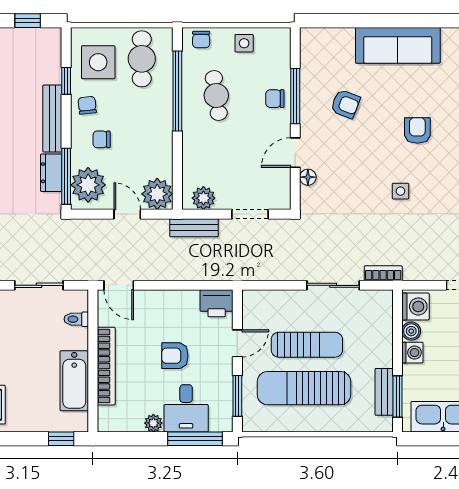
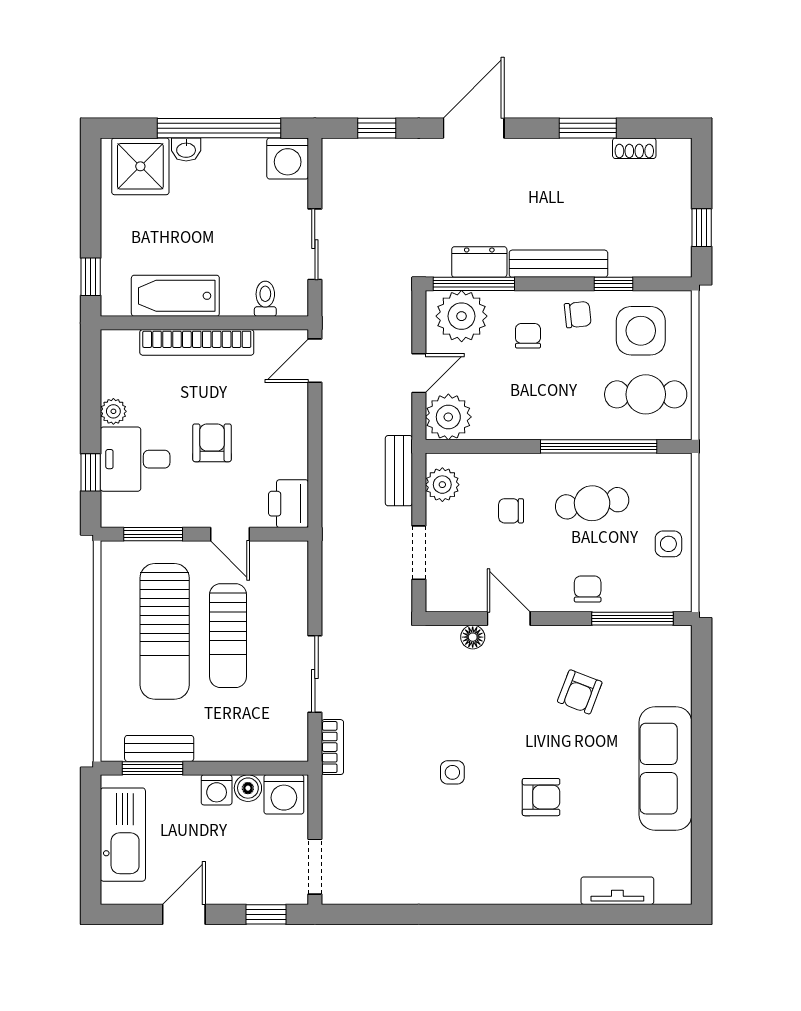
chair: (201, 40) -> (511, 511), moved
window: (295, 96) -> (633, 619), moved
sun lounger: (304, 388) -> (165, 631), turned 180
window: (195, 439) -> (91, 472), width x0.46

